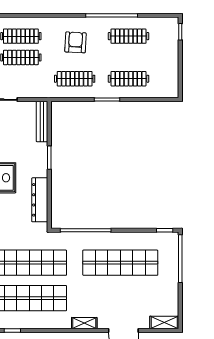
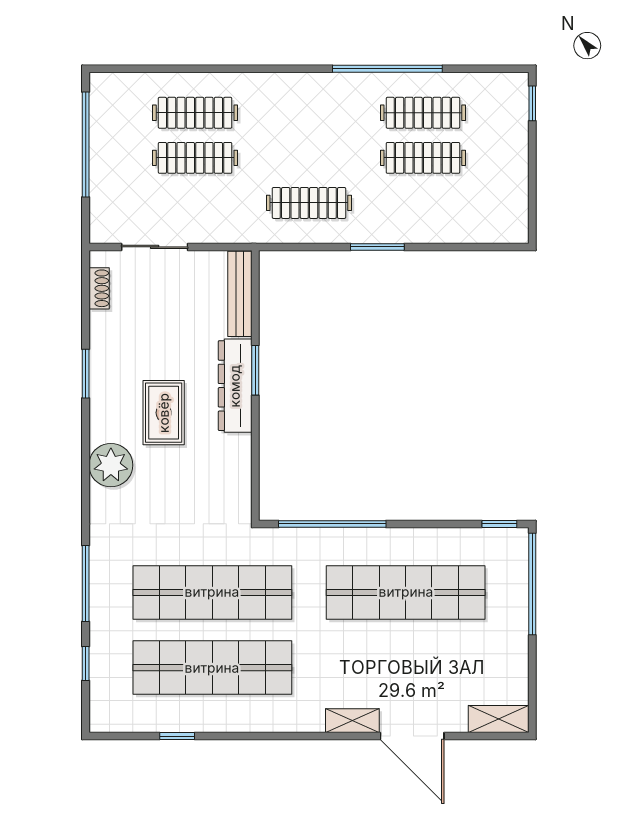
armchair: (75, 42) -> (311, 126), removed
clothes rail: (128, 79) -> (423, 158), moved
dresser: (40, 200) -> (235, 386), moved
shelving: (84, 323) -> (352, 721), moved

